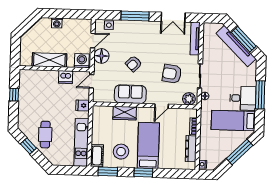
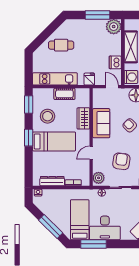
plant: (27, 78) -> (114, 27), added
window: (14, 95) -> (97, 15), width x2.17
window: (260, 95) -> (93, 244), moved
desk: (243, 98) -> (105, 228), width x1.37
door: (162, 106) -> (91, 153), hinge flipped
window: (28, 146) -> (50, 30), removed
cot: (97, 156) -> (64, 94), moved

